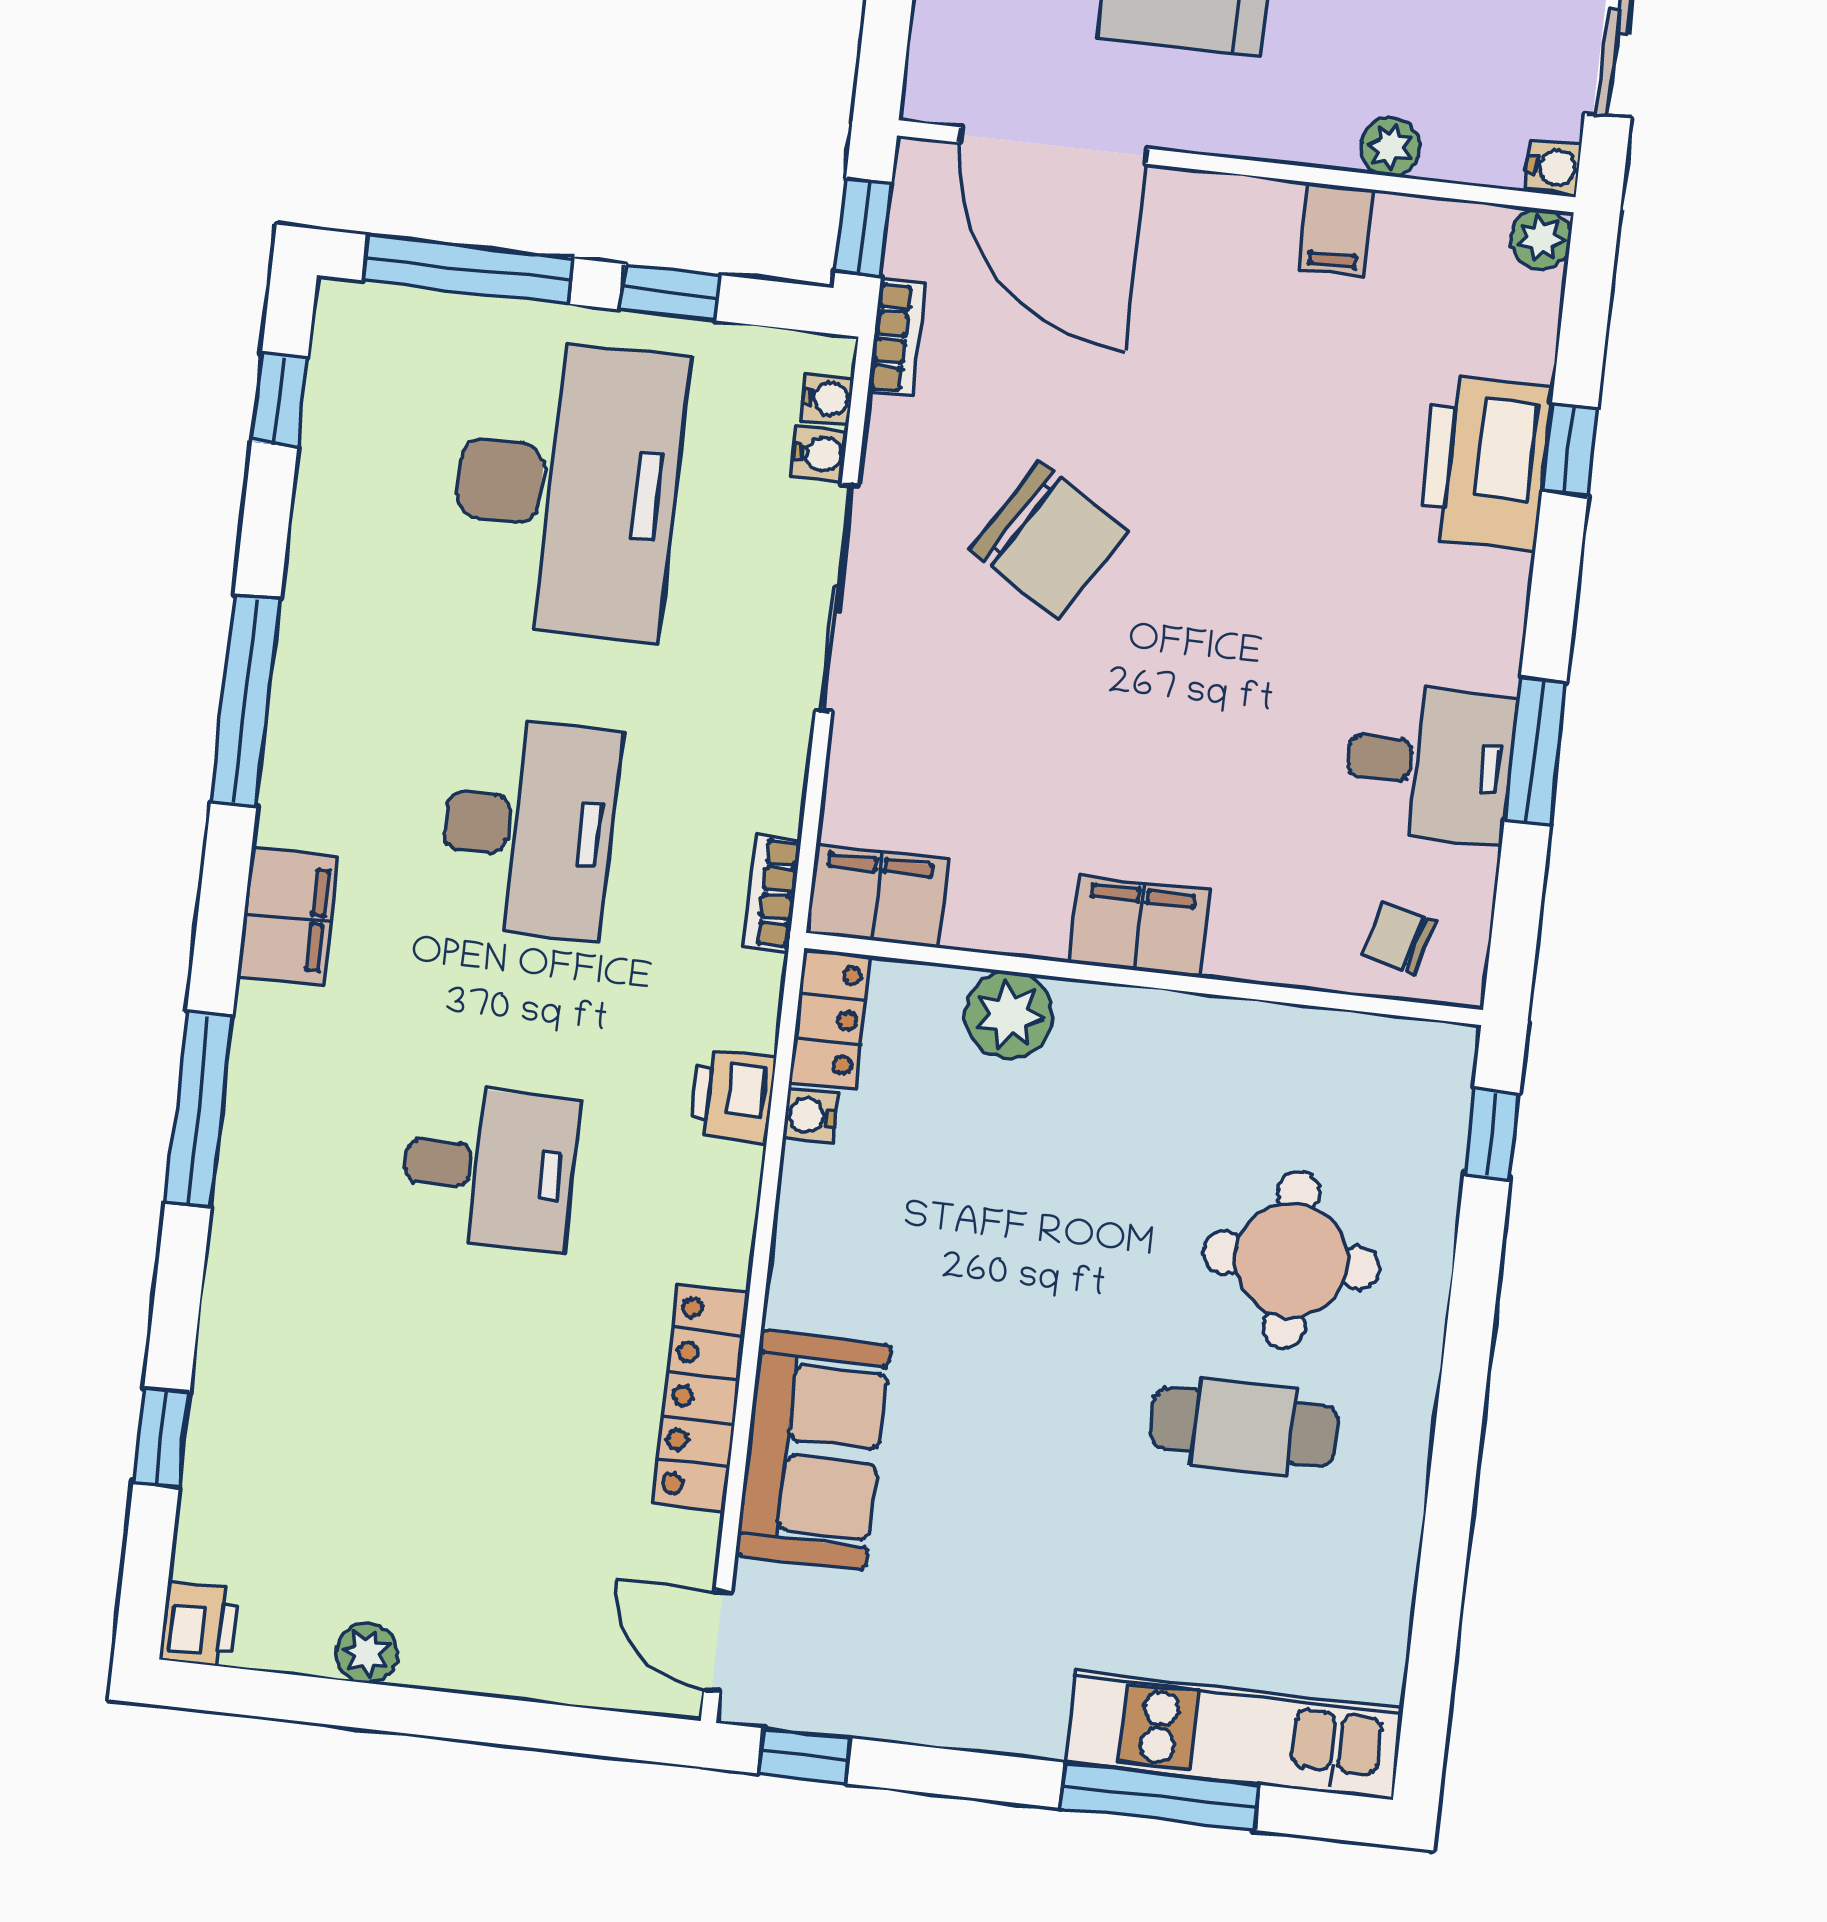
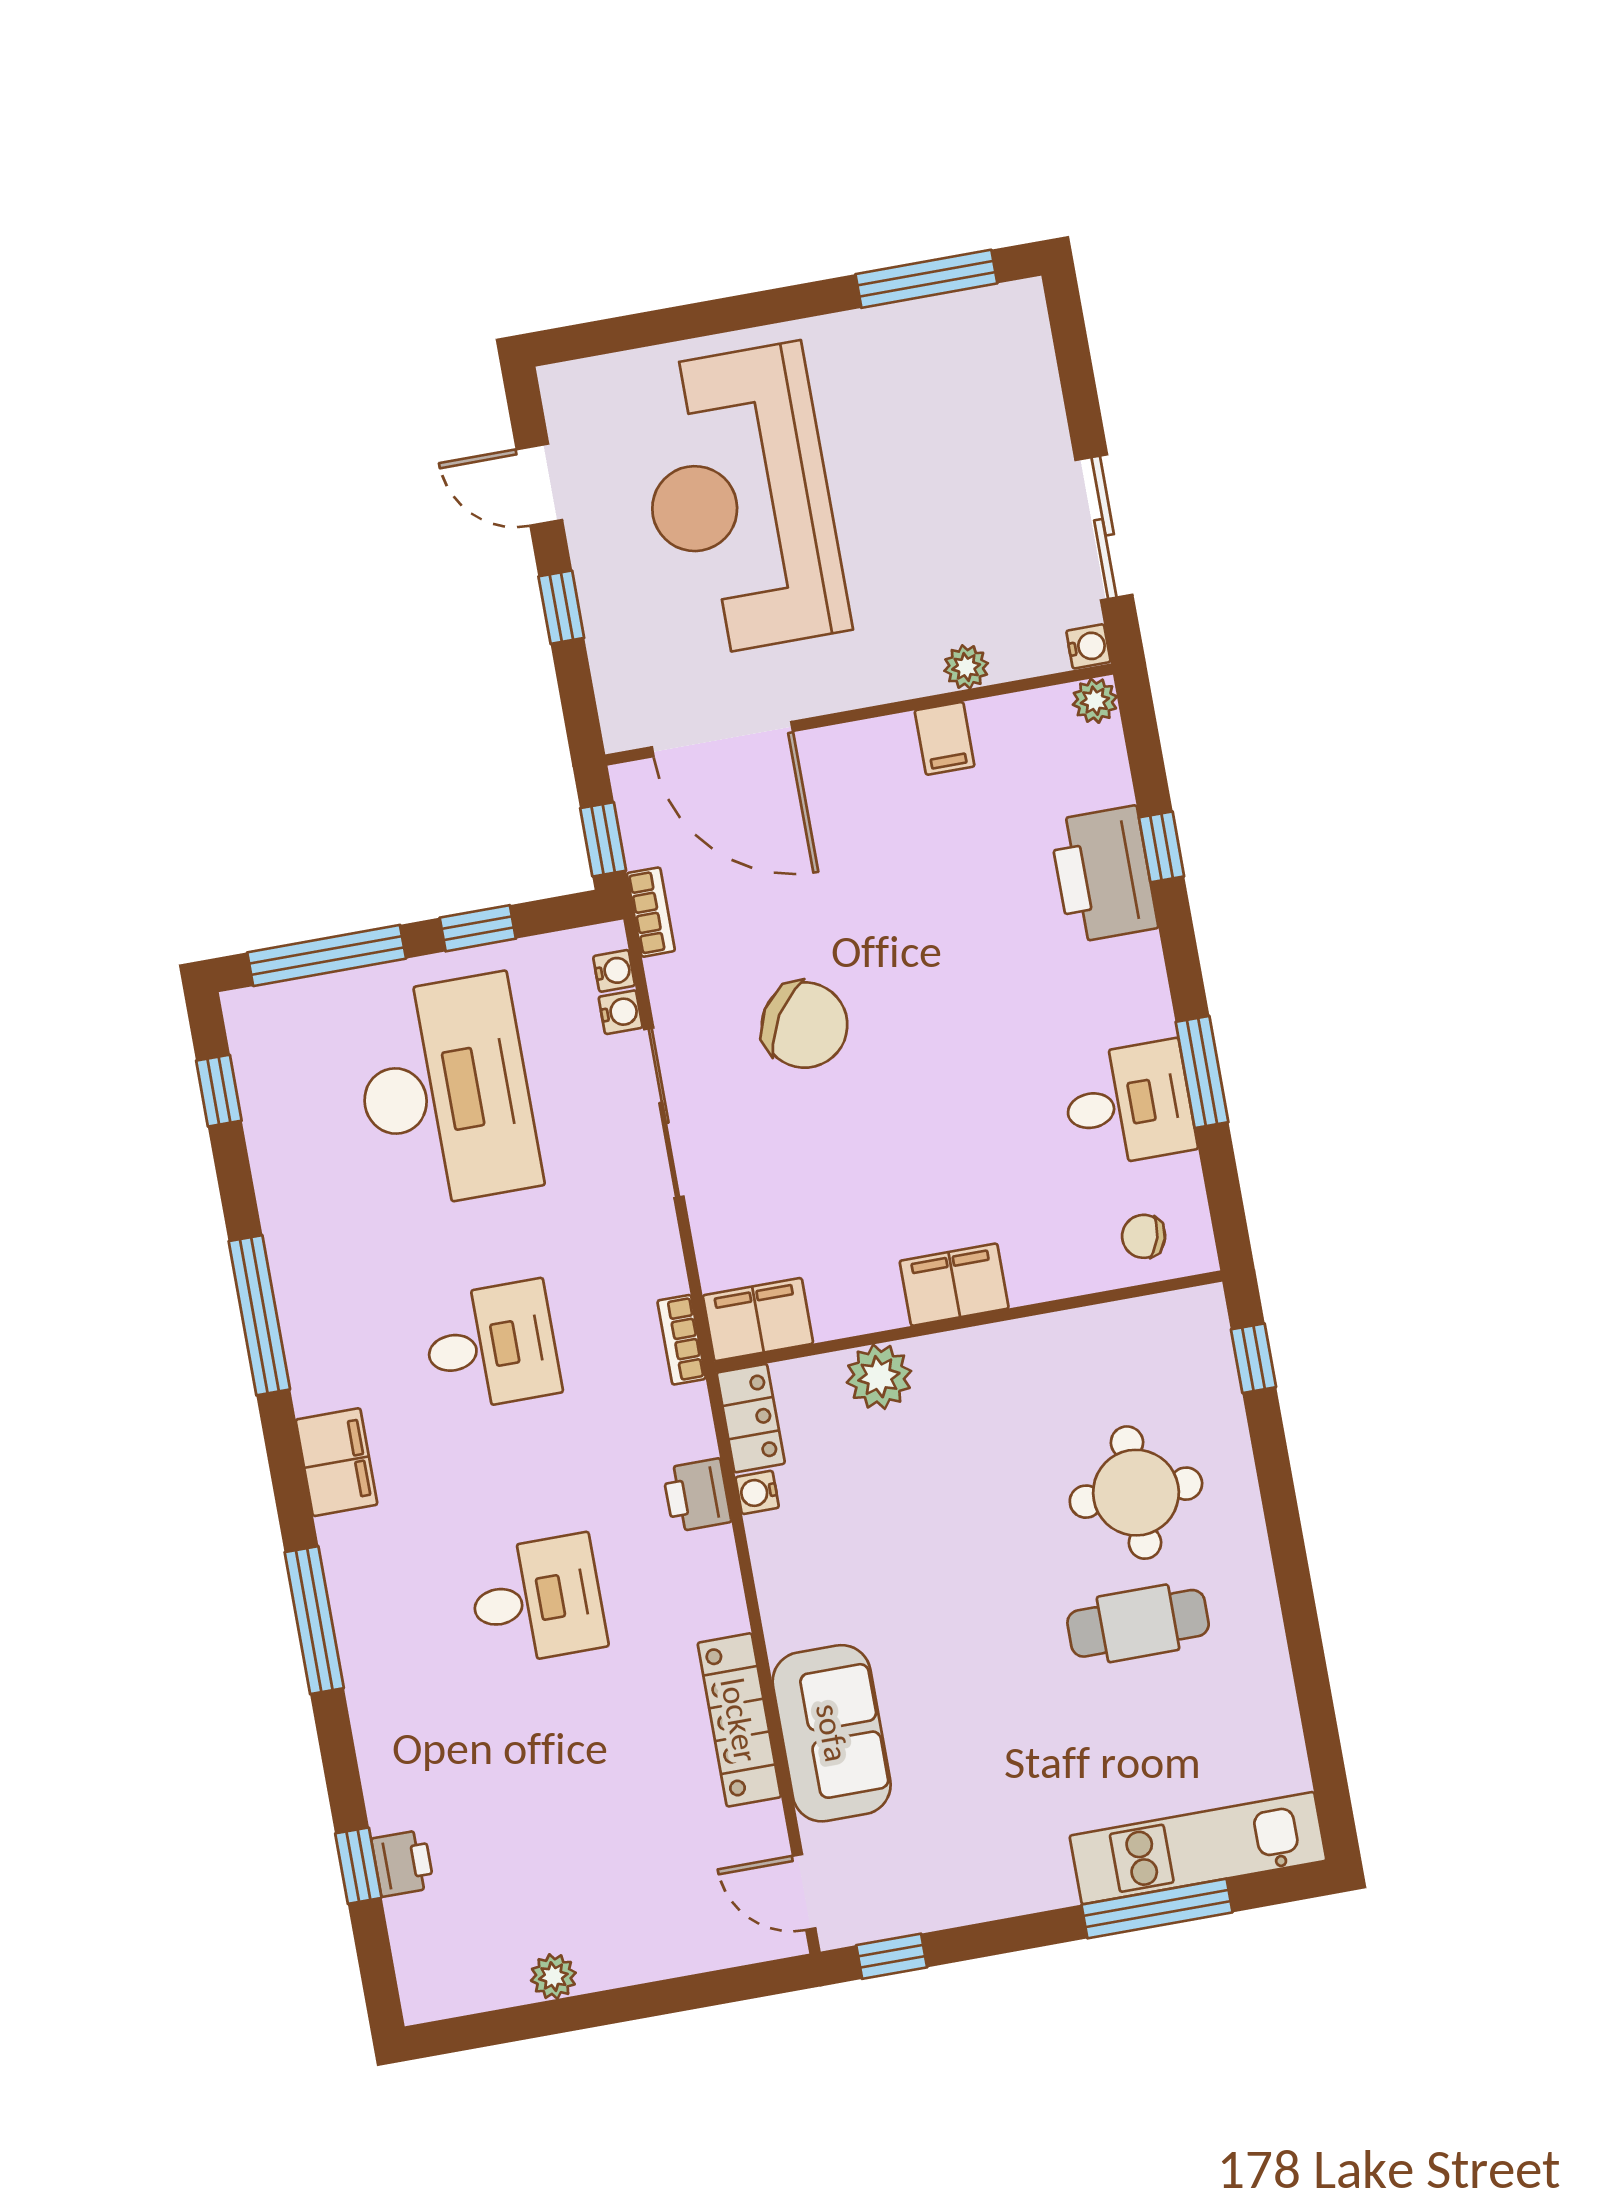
desk: (528, 828) -> (491, 1346), width x0.73
printer: (199, 1624) -> (403, 1863), moved

